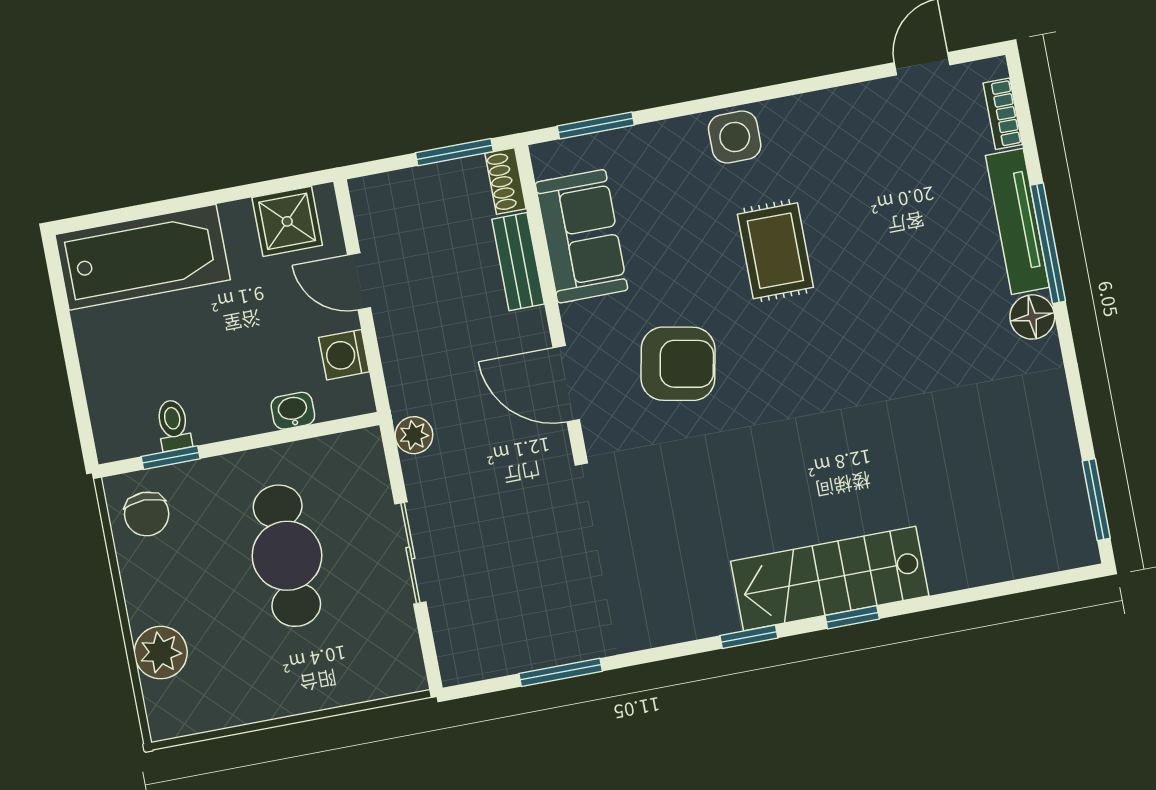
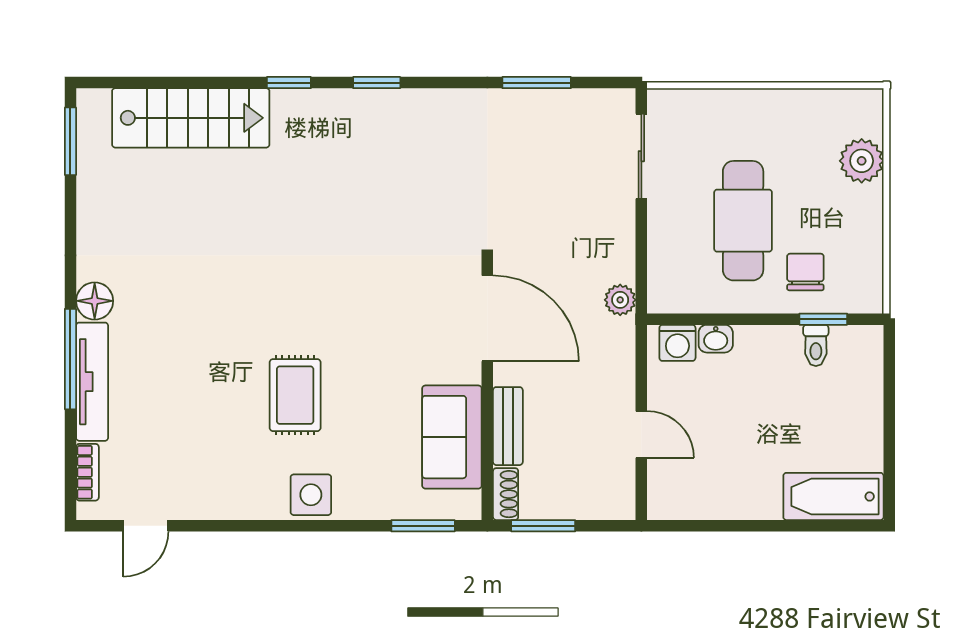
shower: (287, 221) -> (691, 495), removed
bathtub: (143, 257) -> (833, 496), width x0.73, depth x0.73
washing machine: (344, 355) -> (677, 343), moved, turned 90
armchair: (678, 364) -> (393, 317), removed
door: (566, 384) -> (487, 318), width x1.36
chair: (147, 514) -> (805, 272), moved
sliding door: (410, 553) -> (641, 156), moved
stairs: (830, 578) -> (191, 118), moved

